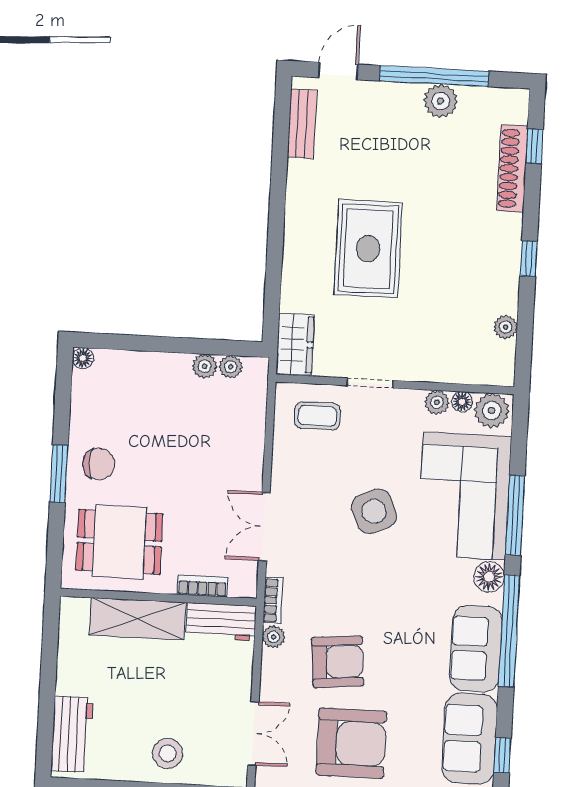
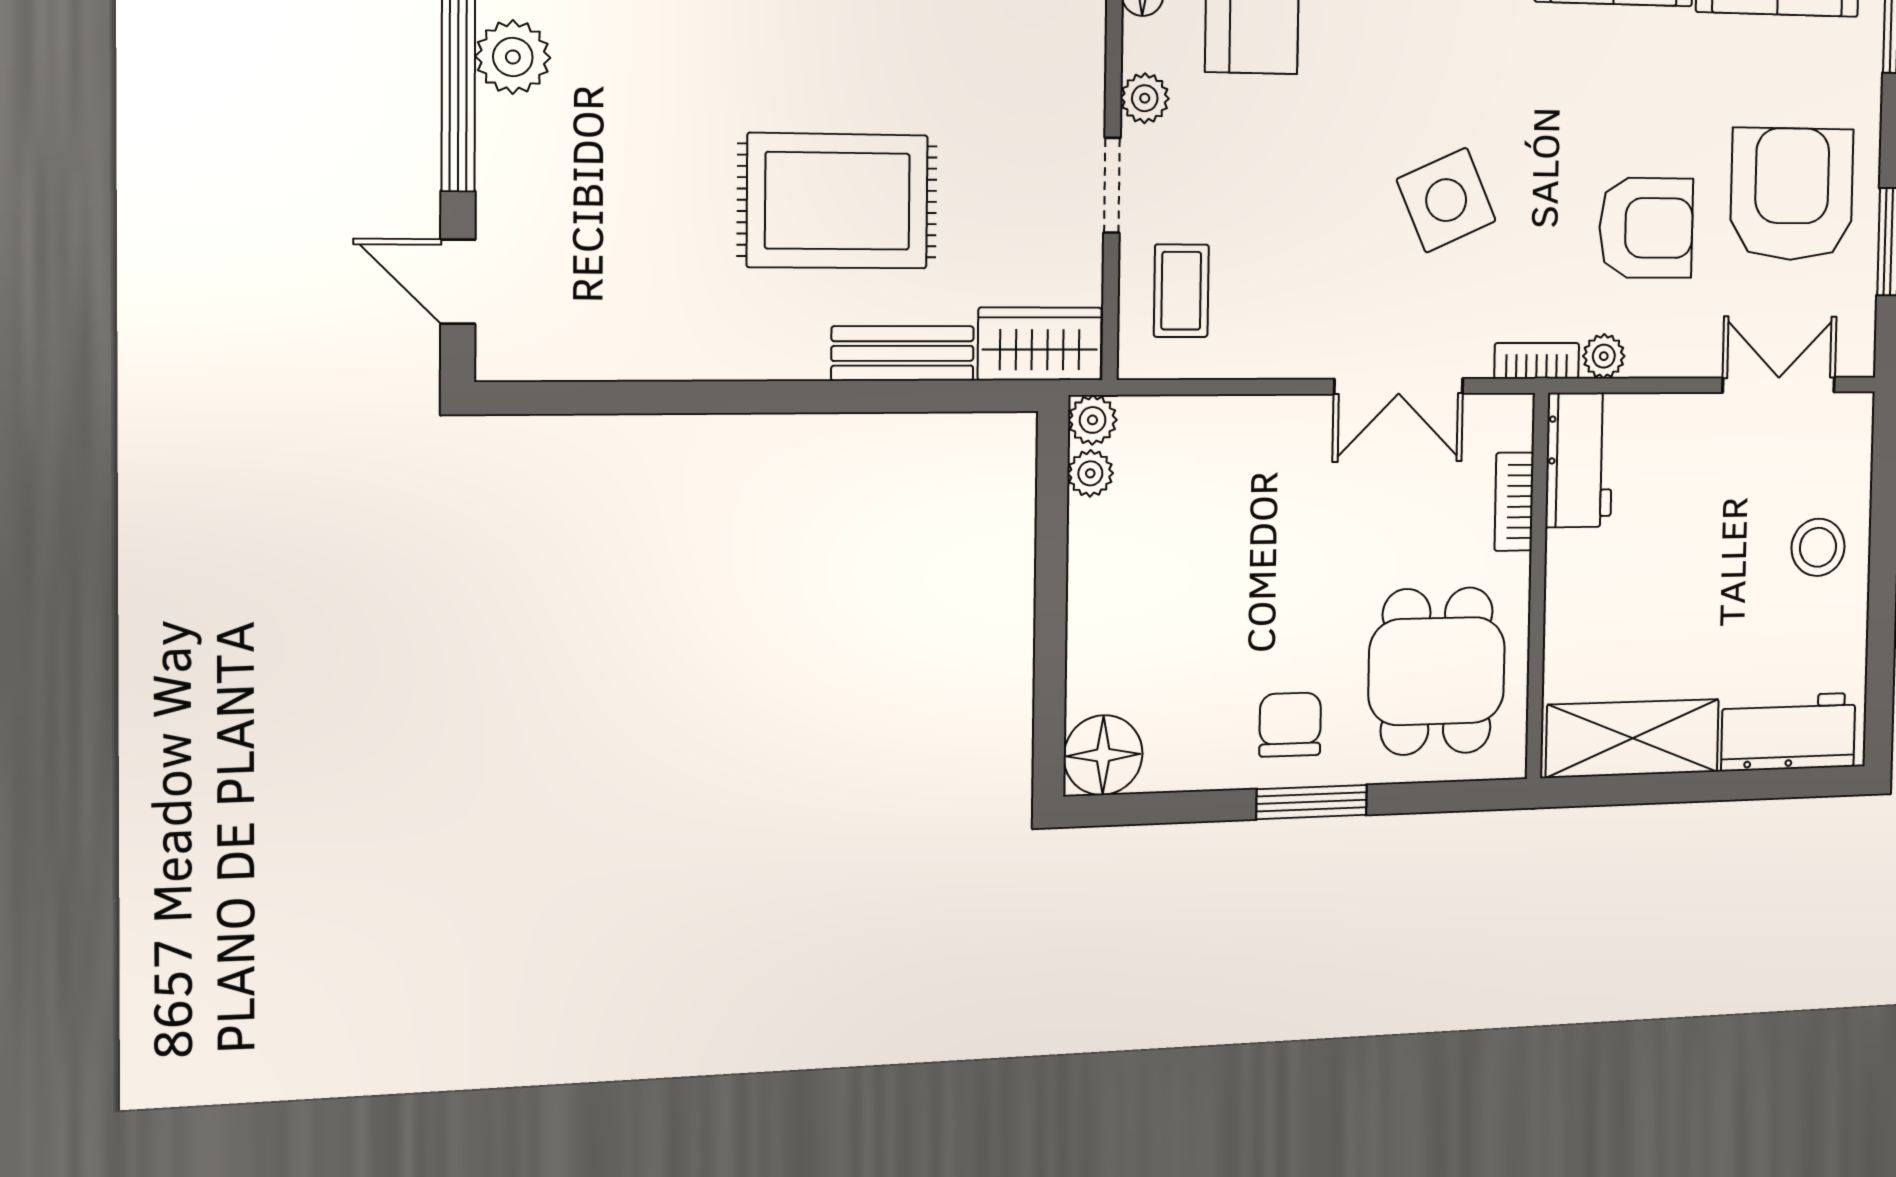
bench: (302, 124) -> (903, 353), moved
floor lamp: (83, 358) -> (1103, 755), width x1.89, depth x1.89
plant: (205, 366) -> (1093, 420), moved
plant: (437, 402) -> (1145, 98), moved
side table: (374, 511) -> (1446, 200), moved
shelving: (137, 619) -> (1633, 738), moved, turned 90
armchair: (338, 662) -> (1646, 228), turned 95

